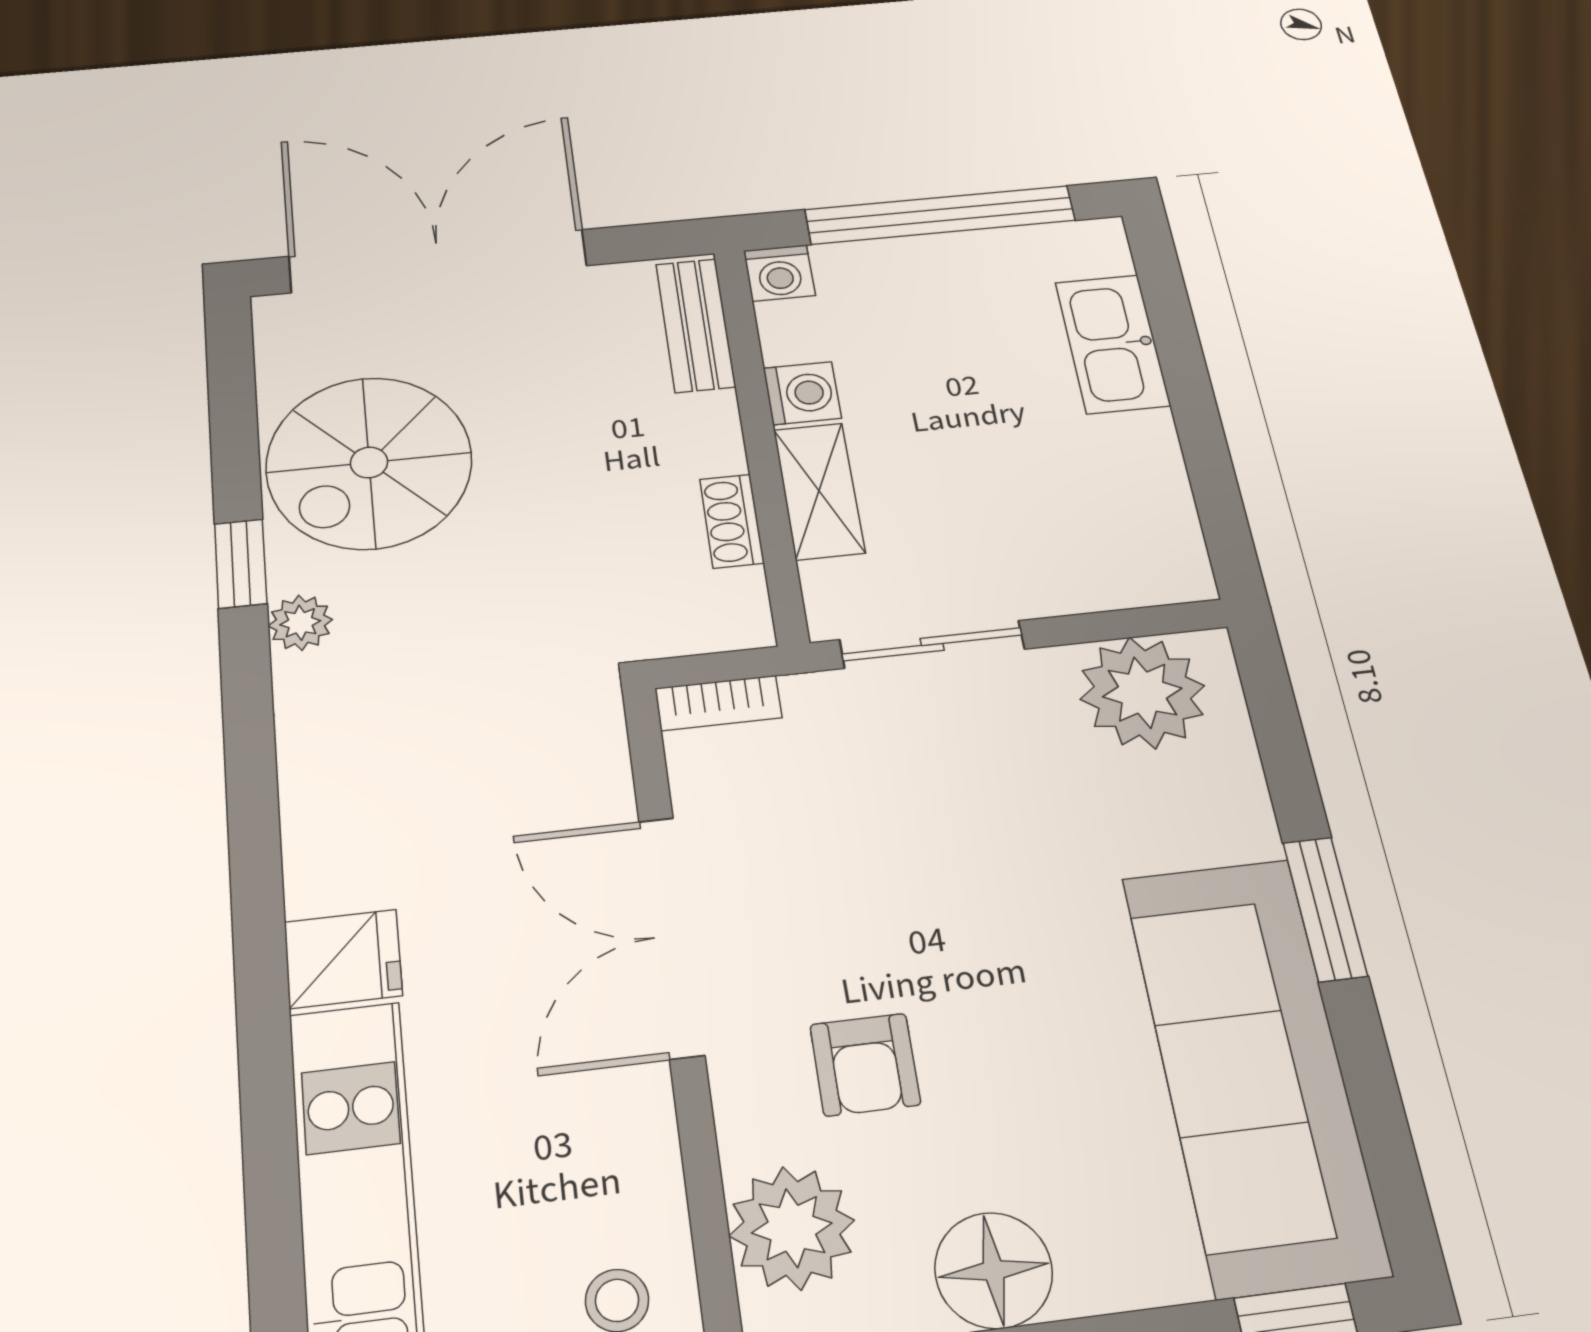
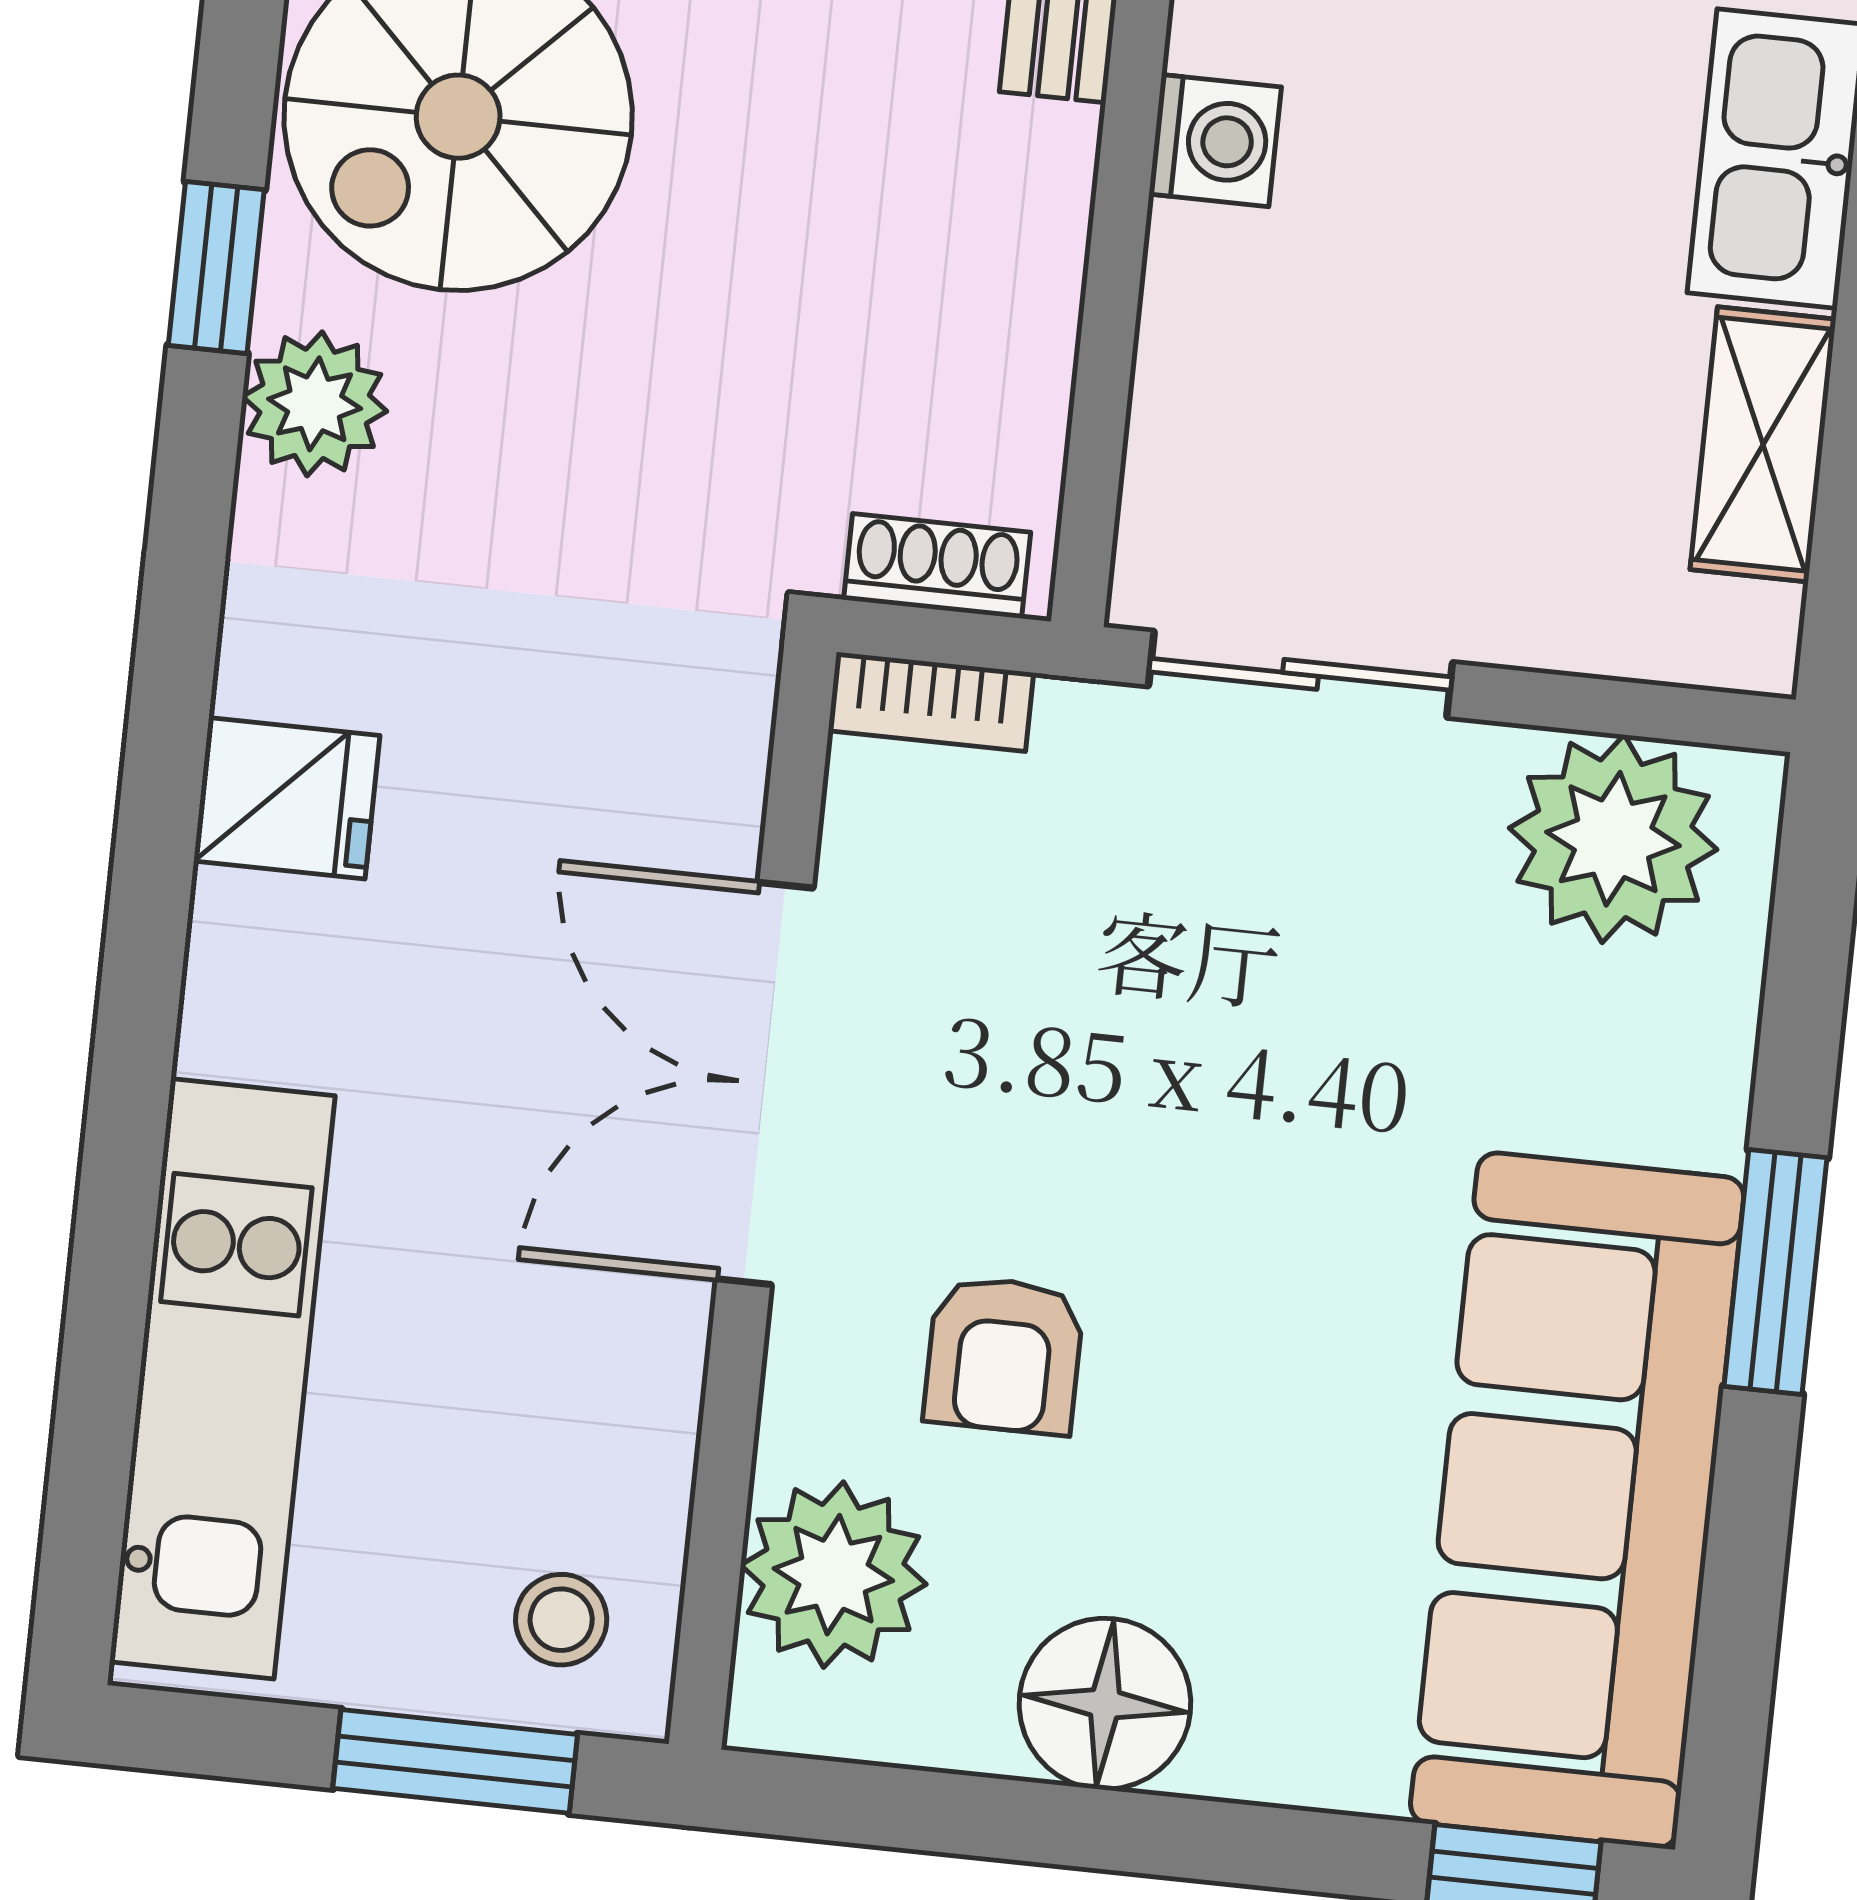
shelving: (819, 491) -> (1763, 444), moved
shoe rack: (732, 521) -> (937, 566), moved, turned 90
plant: (300, 623) -> (315, 404), width x1.38, depth x1.38
fridge: (343, 959) -> (287, 798), moved

